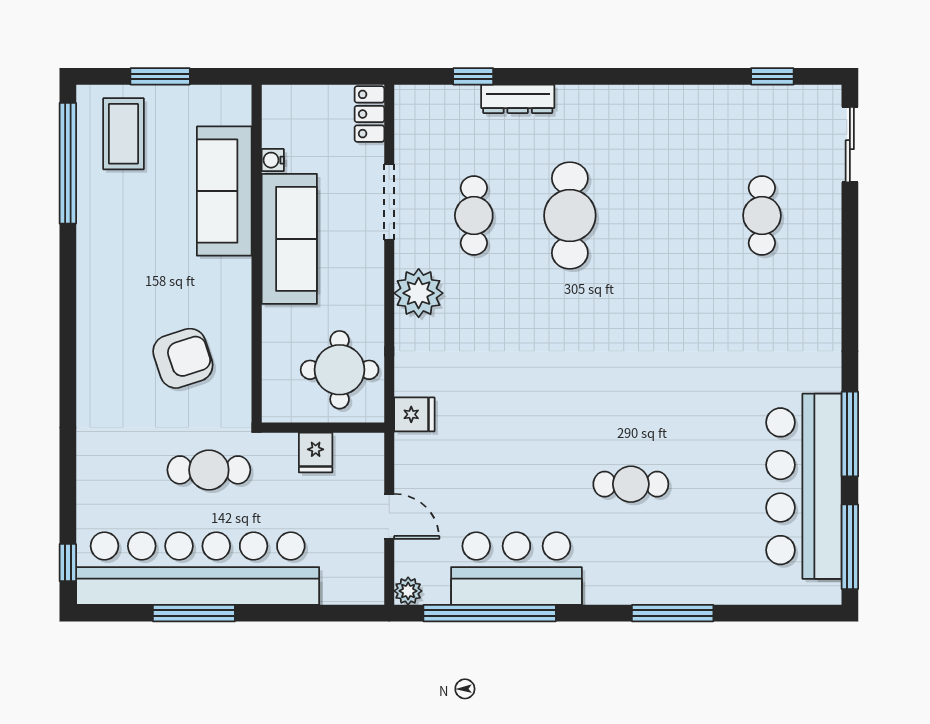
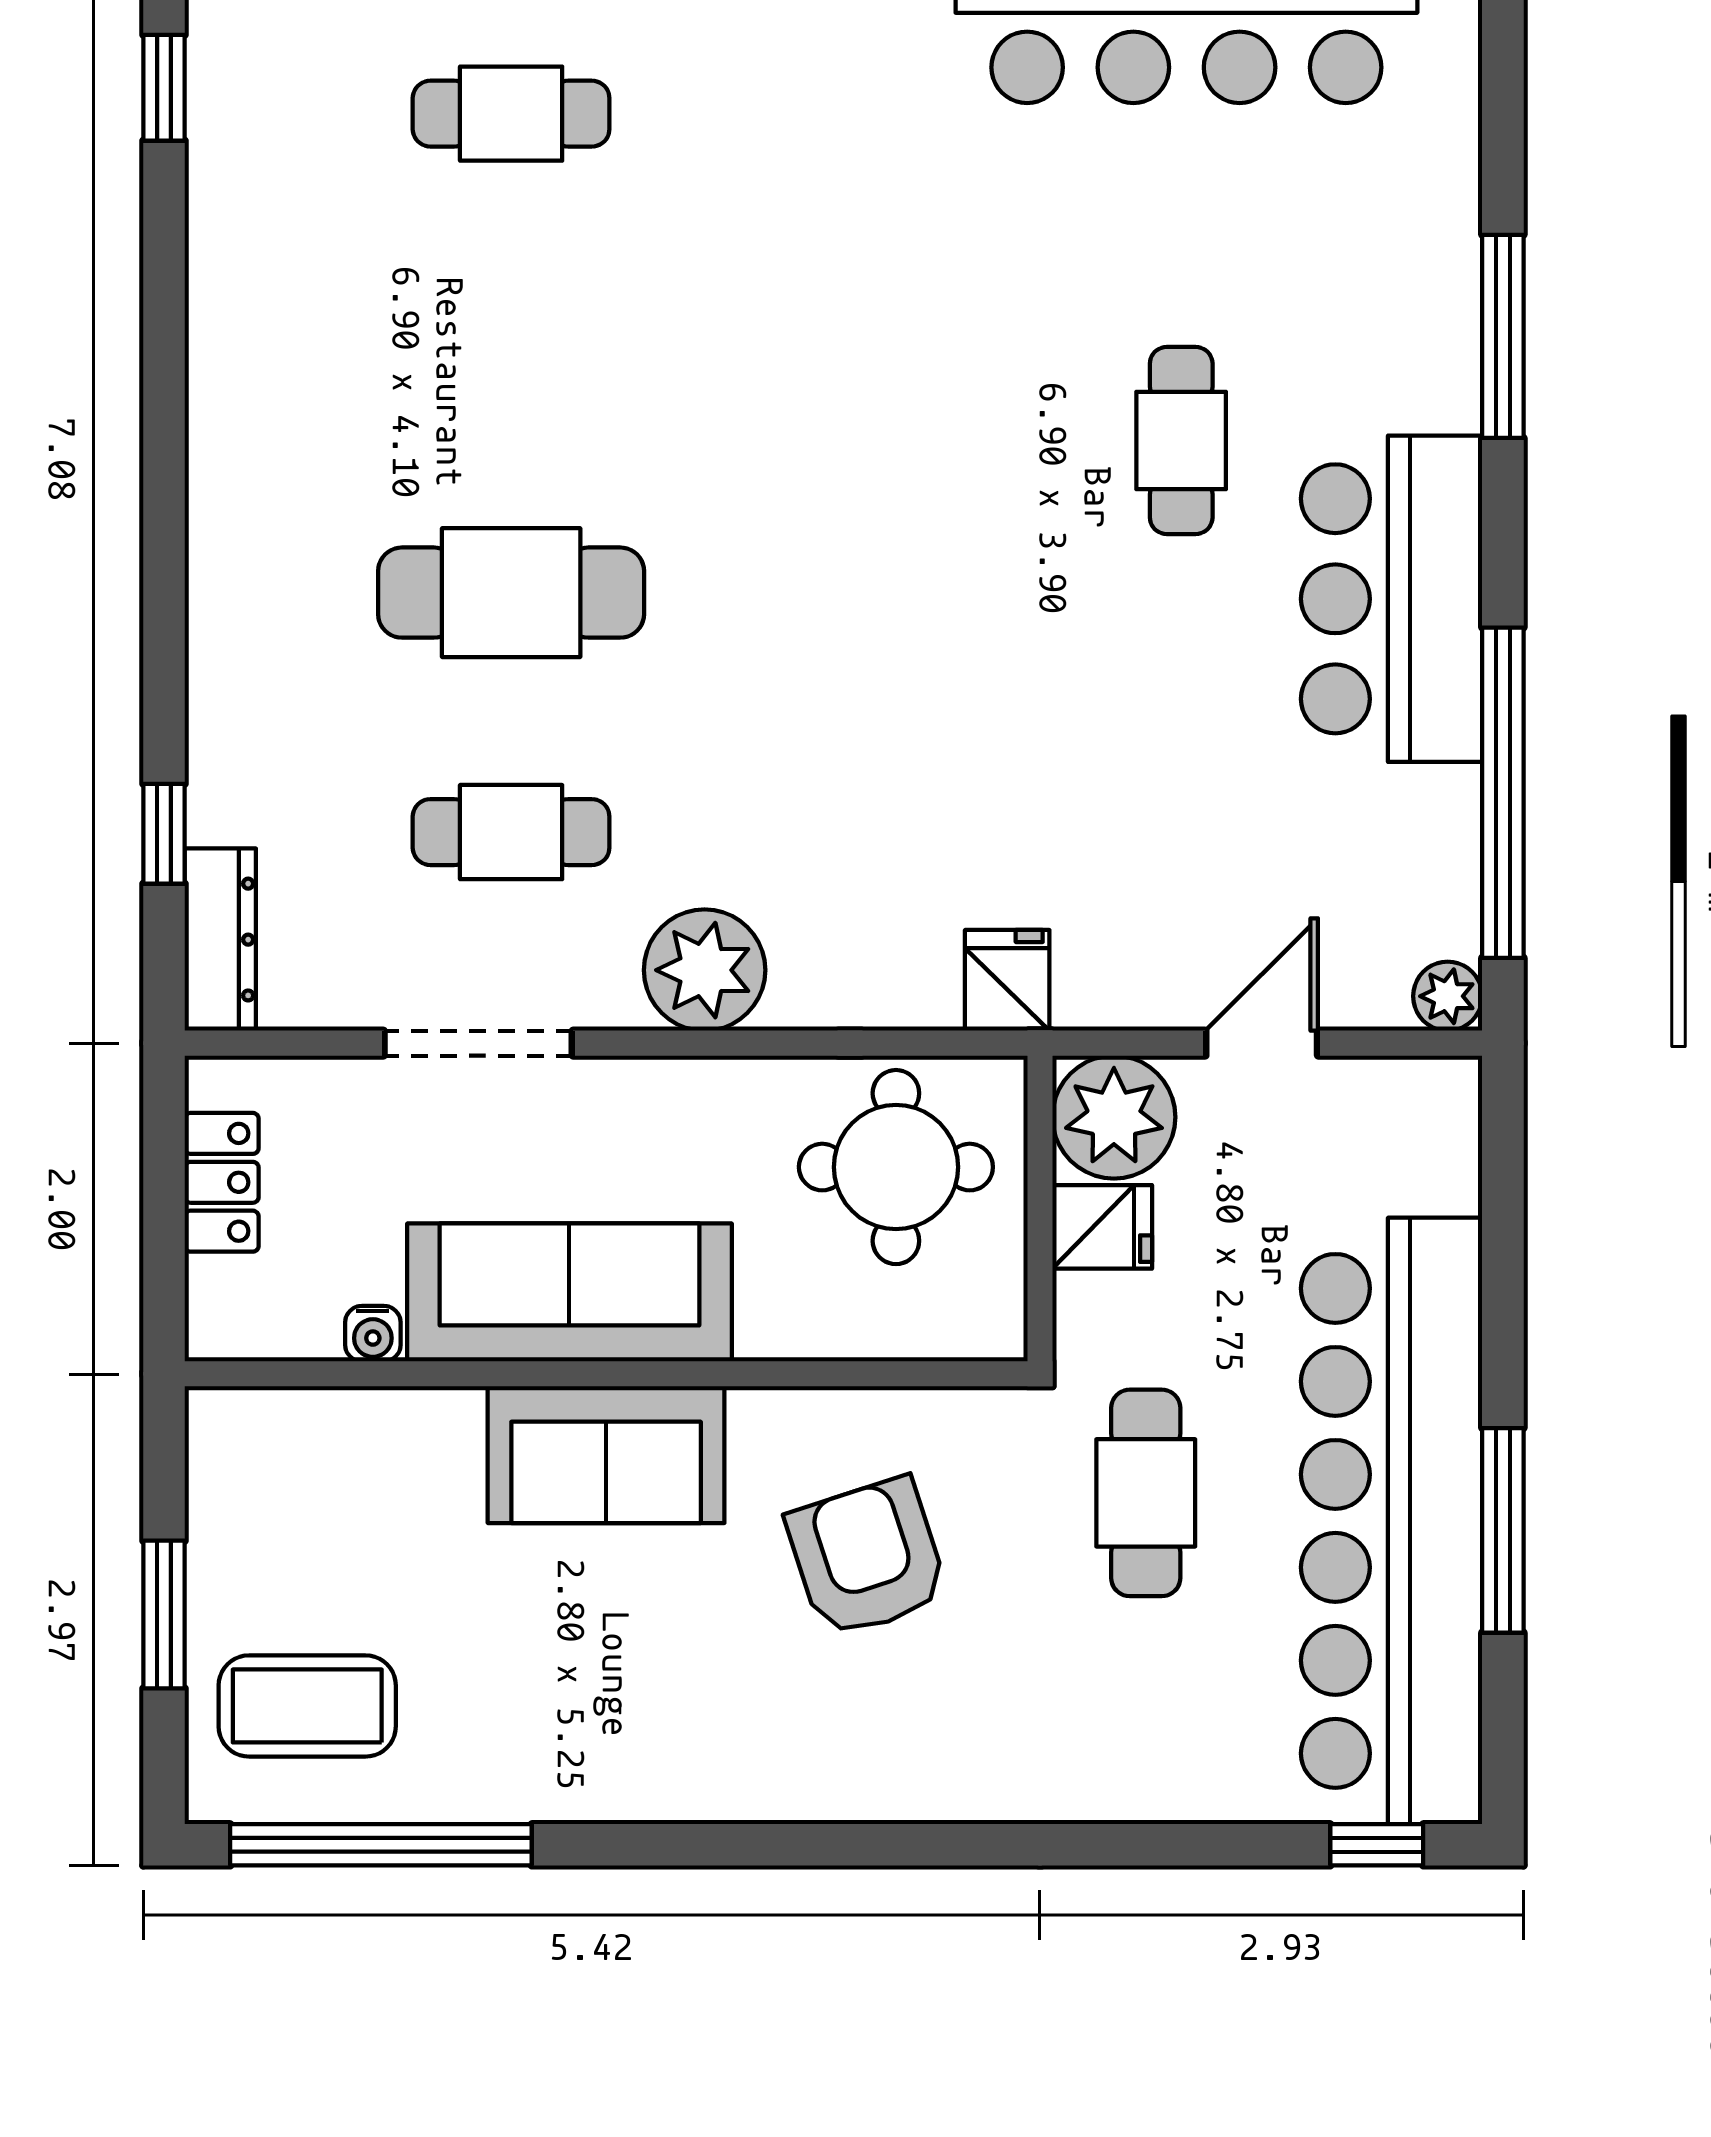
dresser: (518, 99) -> (220, 940), moved
locker: (369, 114) -> (222, 1182), moved, turned -90
sofa: (224, 191) -> (606, 1455), moved, width x0.73
plant: (360, 457) -> (1114, 1117), added
bar counter: (516, 569) -> (1392, 599), moved

